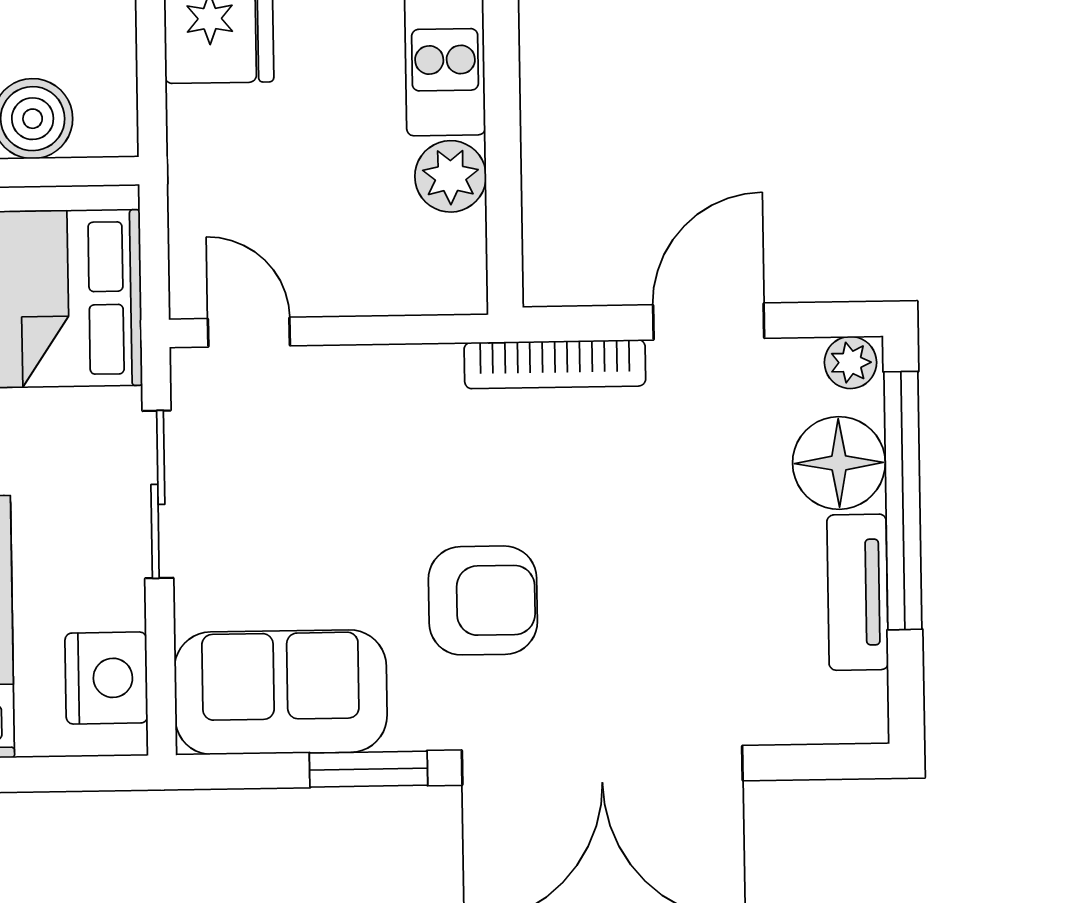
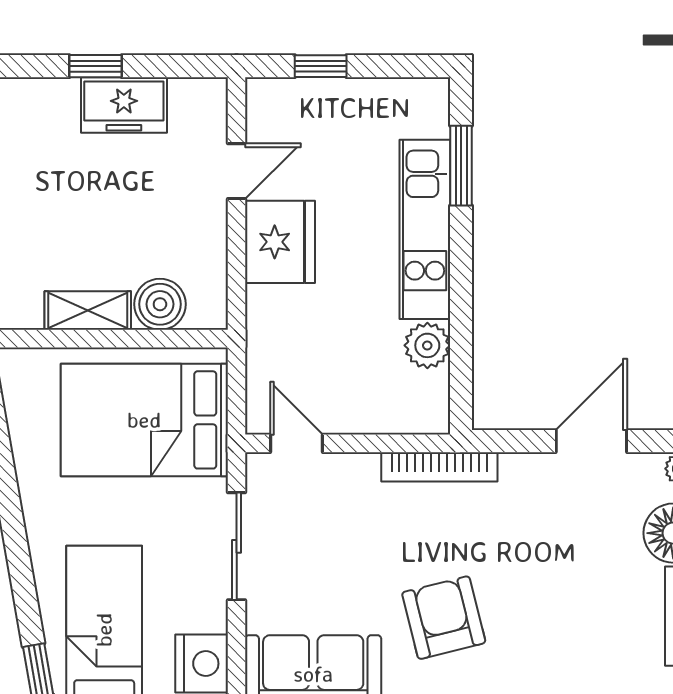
bookcase: (555, 364) -> (439, 467), moved
armchair: (483, 600) -> (444, 618), turned -104

